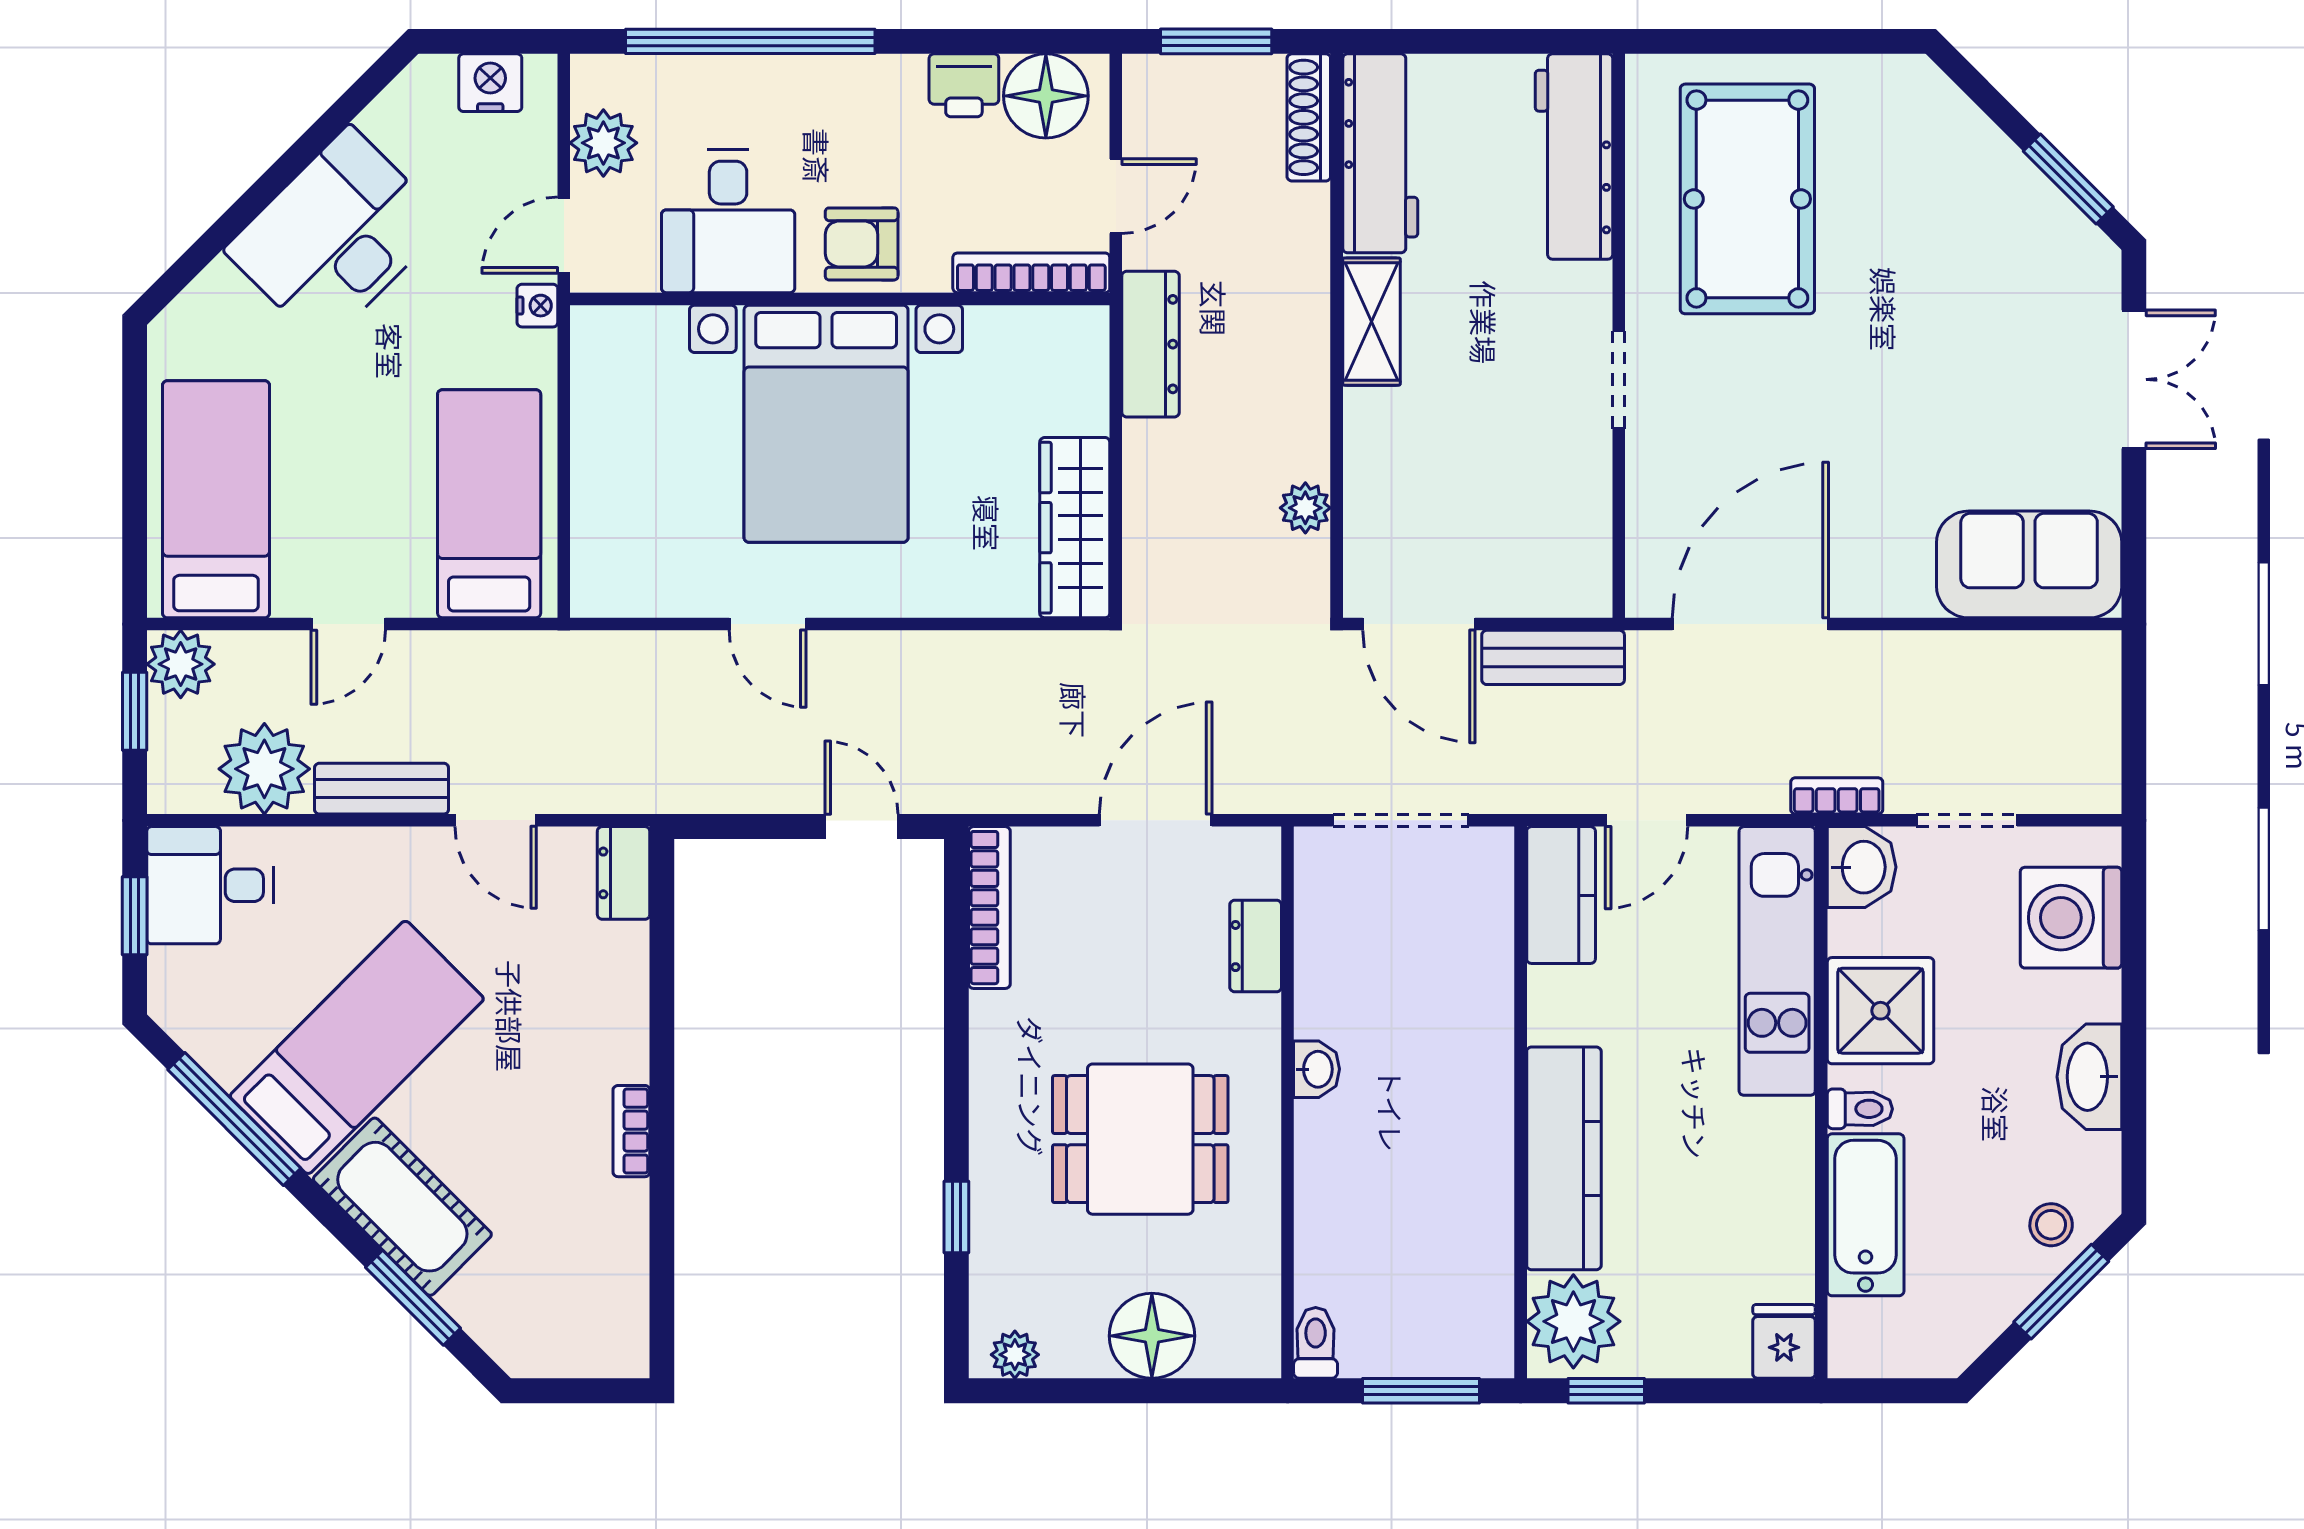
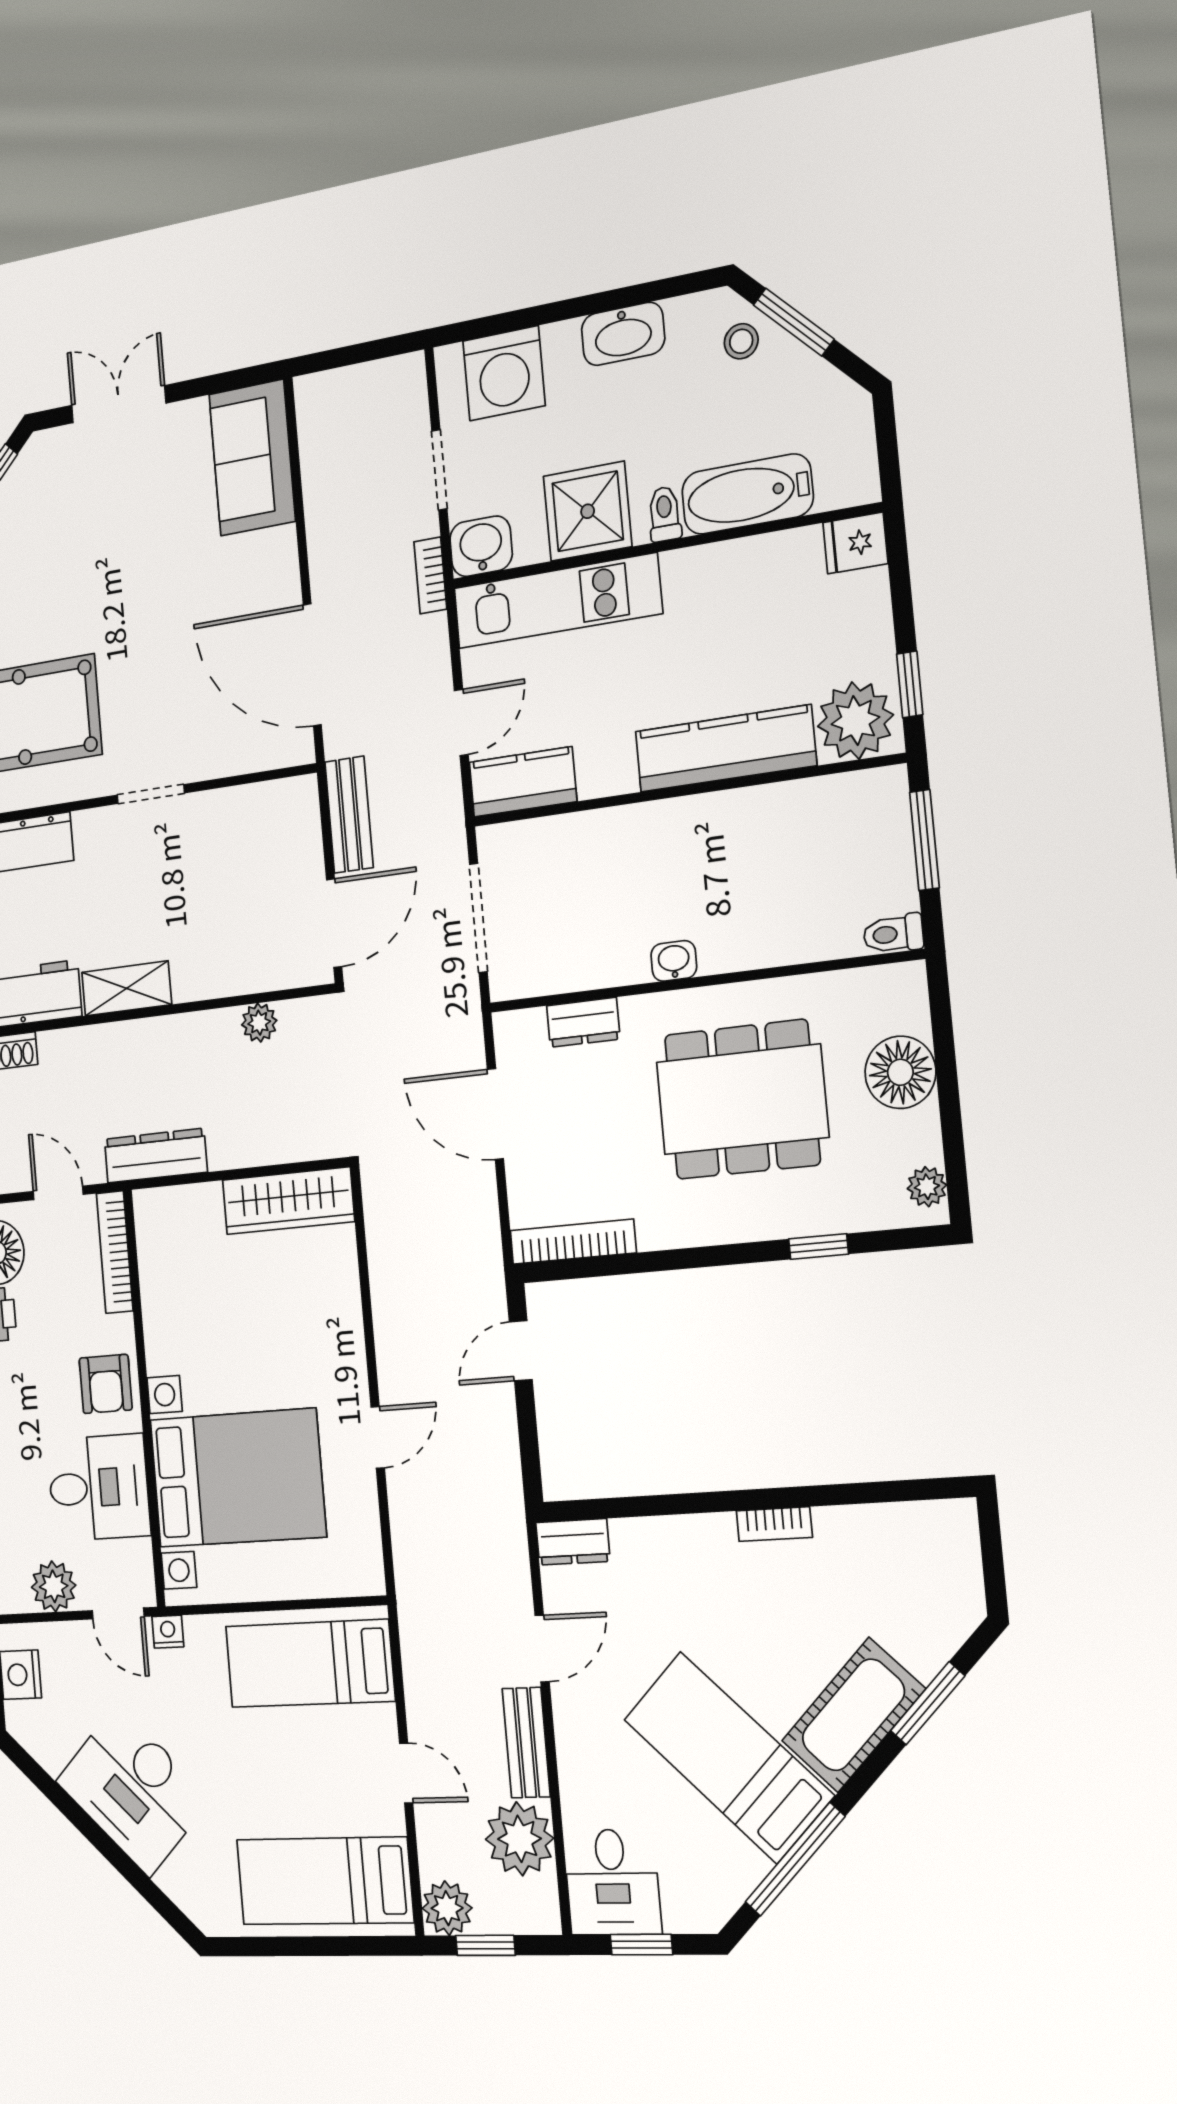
bed with nightstands: (826, 424) -> (238, 1478), moved
door: (1647, 820) -> (461, 722), hinge flipped
dining table: (1140, 1139) -> (742, 1100), width x1.38

